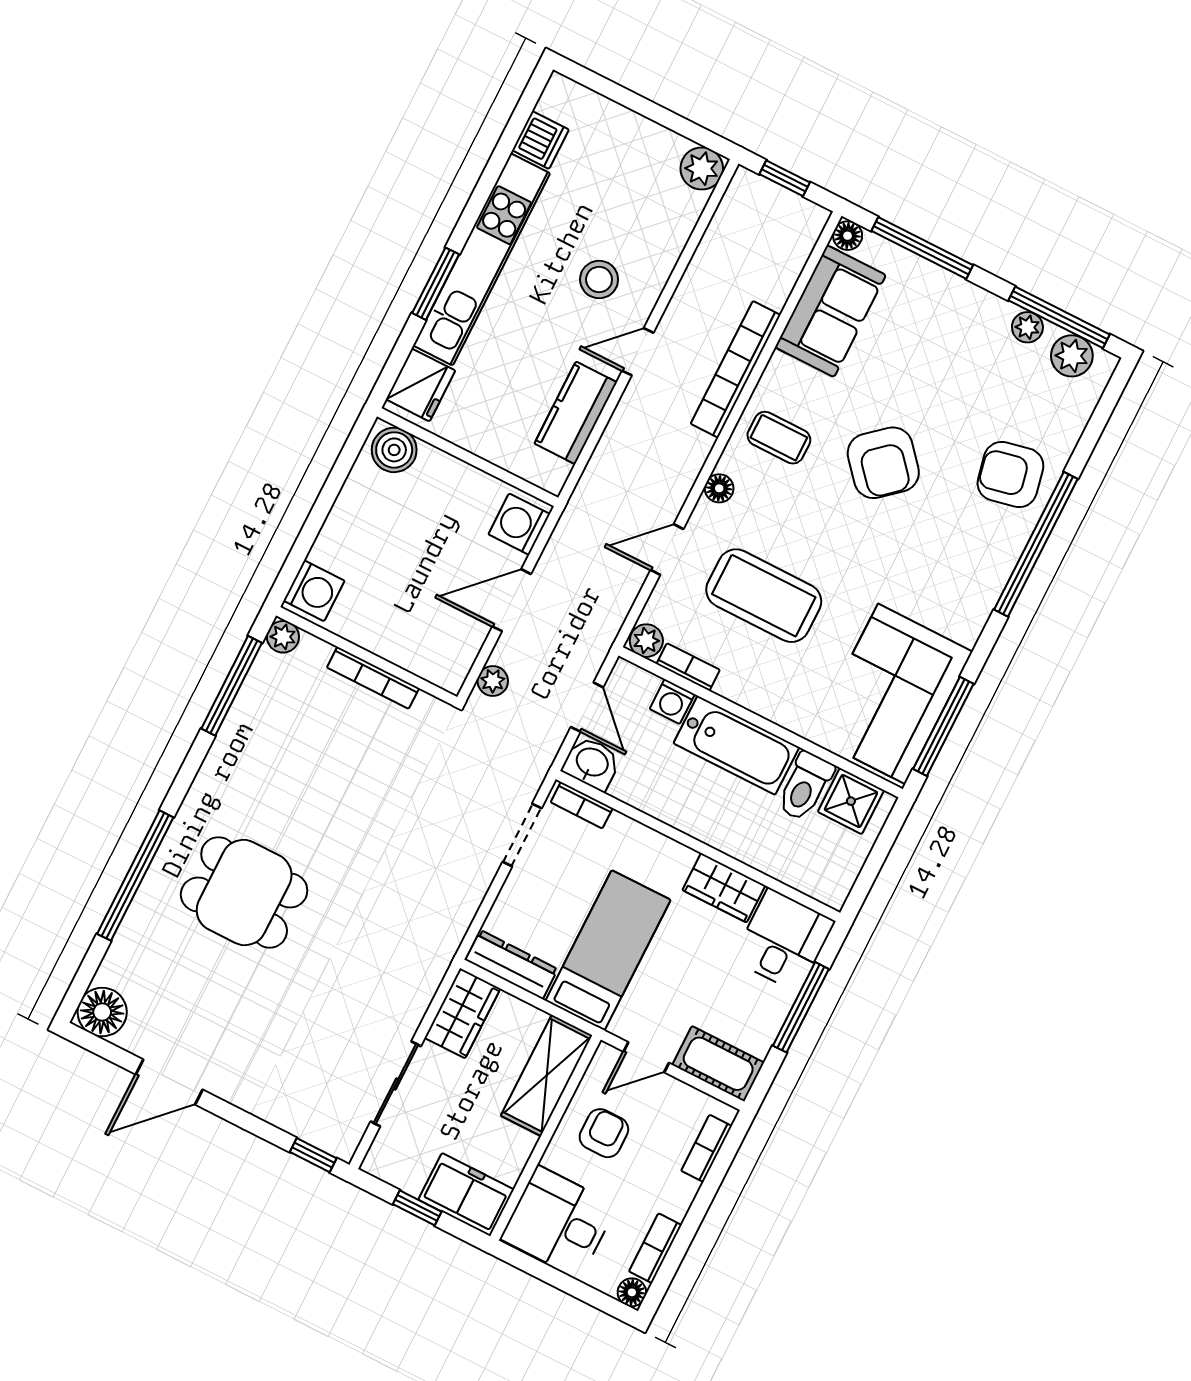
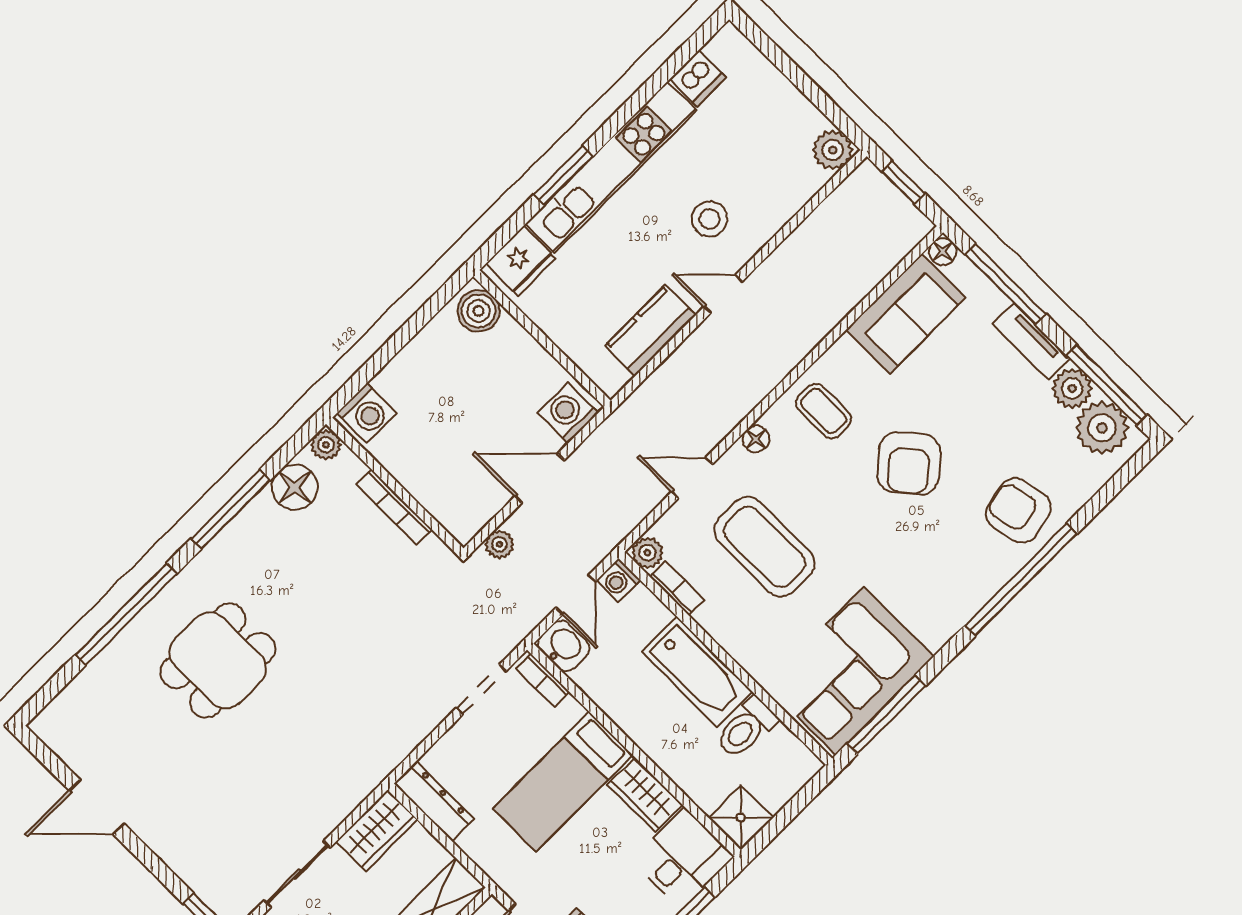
tv unit: (967, 298) -> (1031, 341), added
plant: (1027, 327) -> (1072, 388), width x1.38, depth x1.38
plant: (1072, 356) -> (1102, 428), width x1.36, depth x1.36
bookcase: (736, 369) -> (805, 338), removed
window: (232, 686) -> (231, 509), moved
washing machine: (672, 702) -> (619, 580), moved
shower: (851, 801) -> (741, 818), moved
dining table: (244, 893) -> (218, 660), turned 90
bed: (608, 950) -> (563, 782), moved, turned 180
floor lamp: (102, 1012) -> (295, 487), moved

